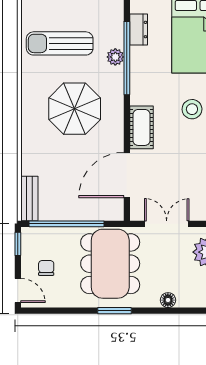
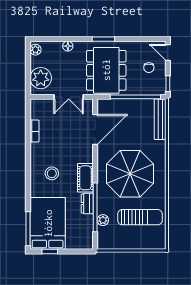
dresser: (139, 30) -> (87, 204), moved
plant: (115, 57) -> (103, 220), moved
parasol: (75, 109) -> (130, 174), width x1.36, depth x1.36
cot: (142, 127) -> (85, 178), moved
bench: (29, 199) -> (160, 119), width x1.36

